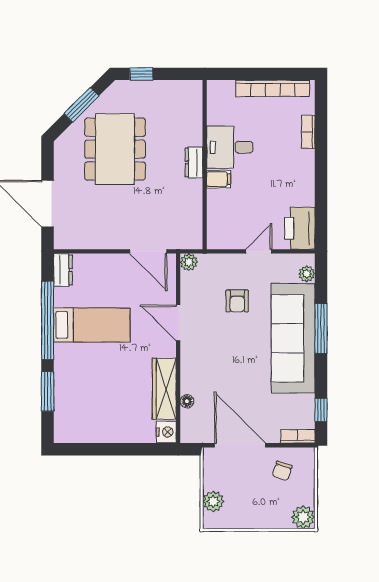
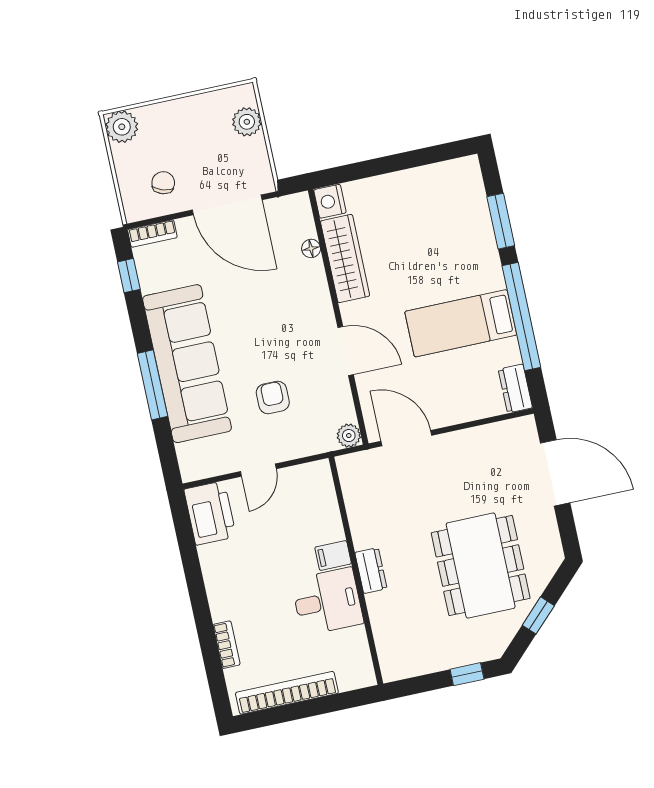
window: (82, 105) -> (538, 615), width x0.67
plant: (307, 274) -> (187, 454), removed

